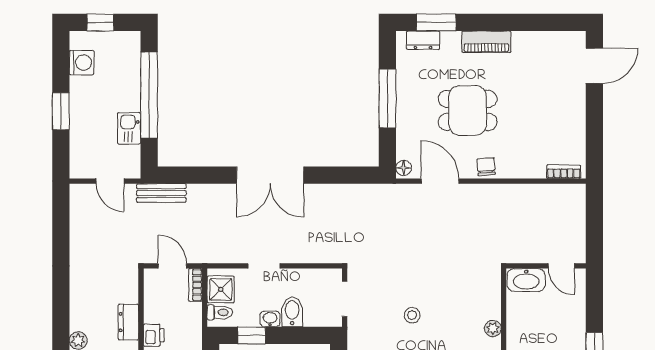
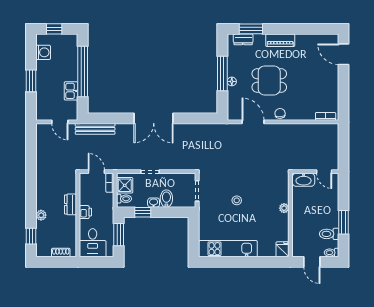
door: (594, 66) -> (344, 54), swing flipped
floor lamp: (404, 168) -> (232, 81), moved
bench: (161, 193) -> (95, 129), width x1.36

